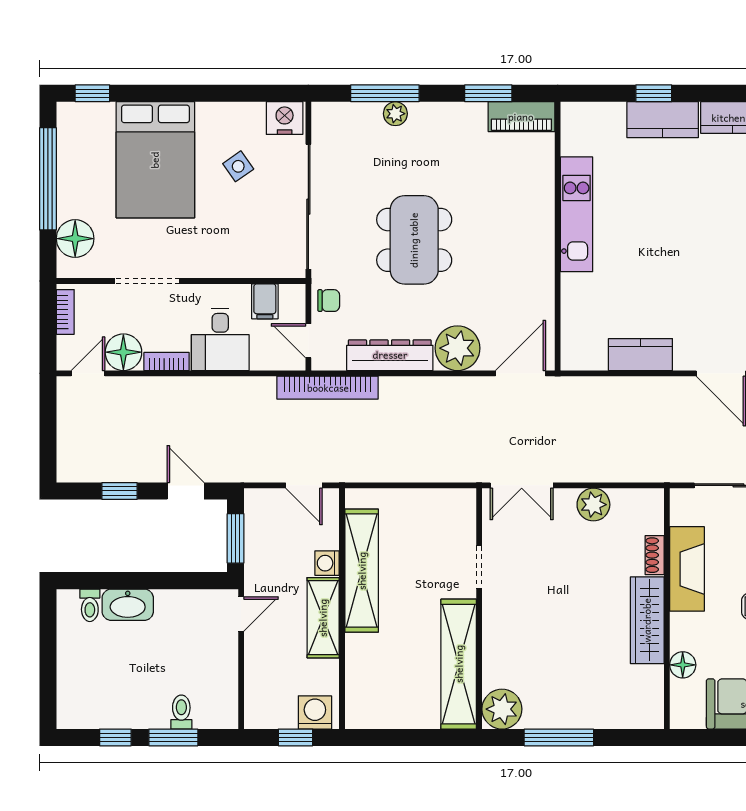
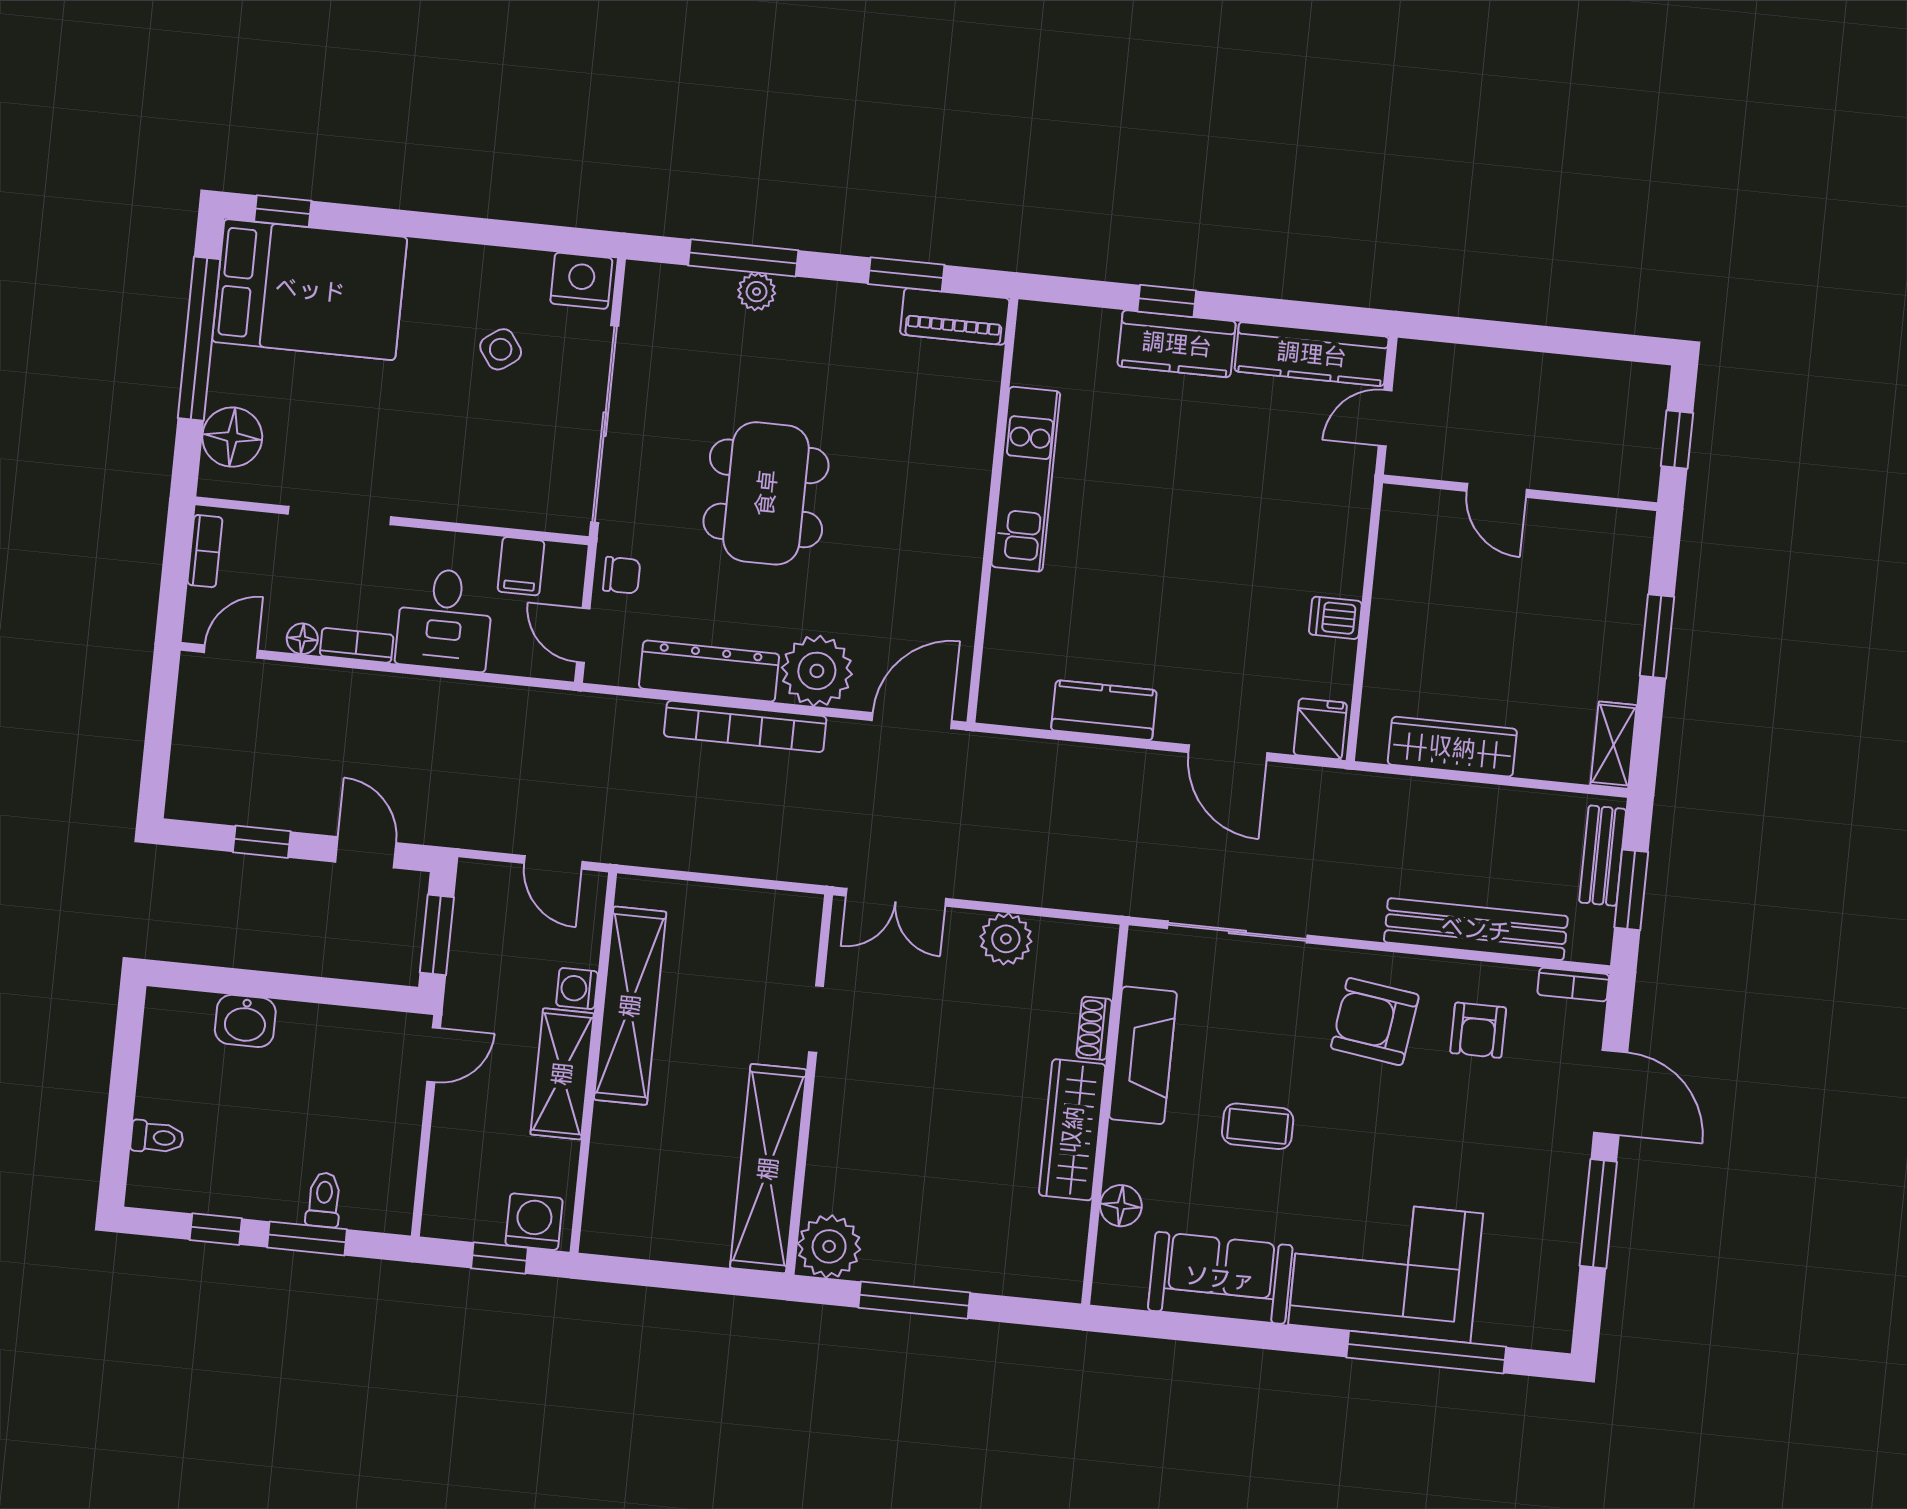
bed: (155, 160) -> (310, 290), moved, turned -90
floor lamp: (123, 352) -> (302, 639), width x0.53, depth x0.53
bookcase: (328, 388) -> (745, 726), moved
toilet: (90, 605) -> (157, 1137), moved, turned -90
washbasin: (128, 605) -> (245, 1021), width x0.72

